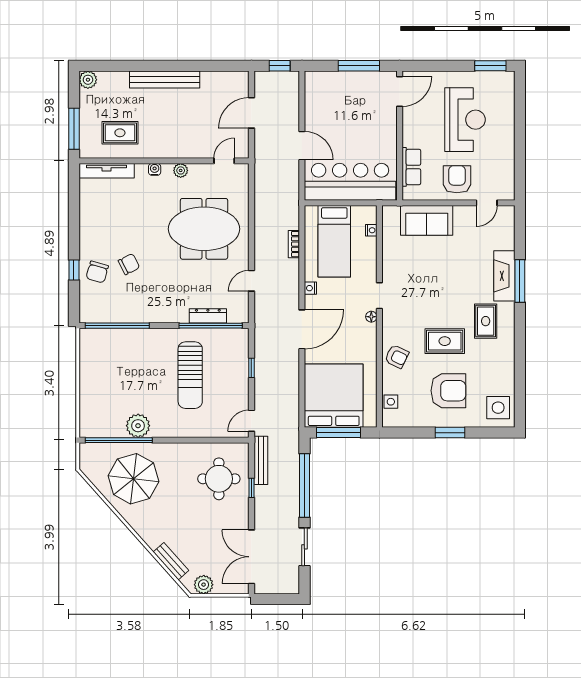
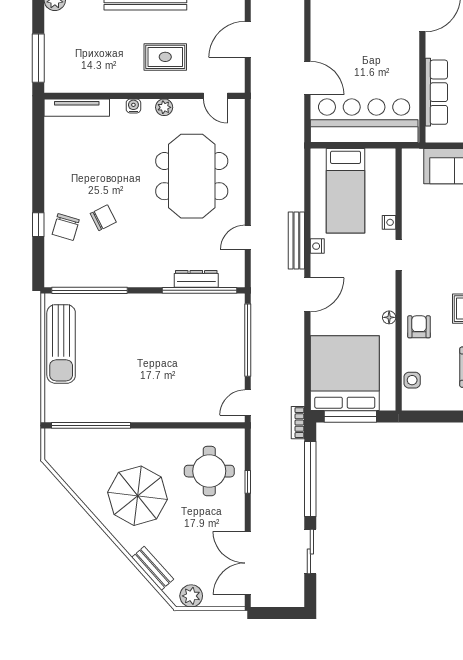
rug: (120, 133) -> (165, 57), moved
door: (224, 161) -> (216, 96), swing flipped
row of seats: (411, 167) -> (436, 92), width x1.48
meeting table: (204, 229) -> (192, 176), turned 90
nightstand: (371, 230) -> (389, 222), moved
bookcase: (294, 244) -> (298, 423), moved
floor lamp: (371, 317) -> (389, 317), moved
door: (302, 329) -> (307, 295), width x0.73
armchair: (397, 357) -> (419, 327), turned -116
window: (251, 368) -> (248, 340), width x3.17
sun lounger: (190, 375) -> (61, 344), moved
plant: (138, 426) -> (114, 408), removed
bench: (261, 460) -> (296, 240), moved
parasol: (133, 479) -> (138, 496), moved

